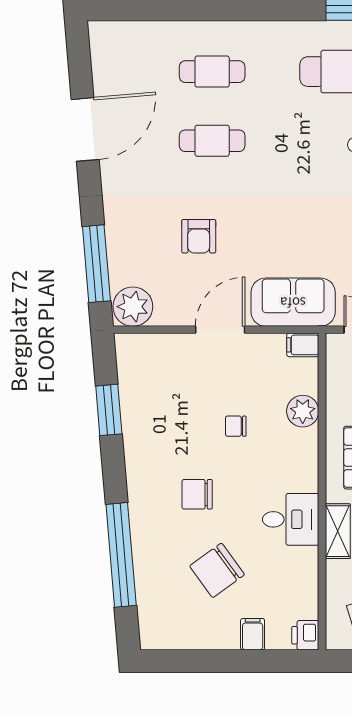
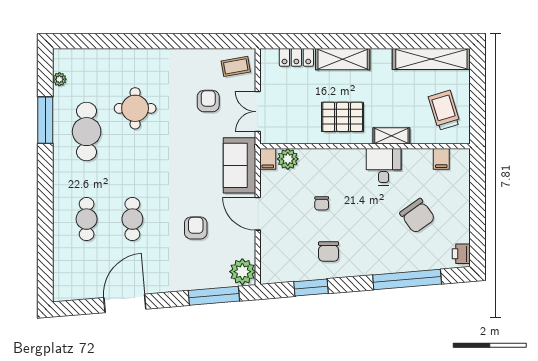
door: (85, 129) -> (125, 303), hinge flipped
armchair: (199, 236) -> (196, 228), turned -90
plant: (303, 411) -> (288, 159), moved
chair: (197, 494) -> (329, 252), moved
filing cabinet: (253, 634) -> (441, 159), moved, turned -90
printer: (305, 635) -> (461, 254), moved, turned 90

